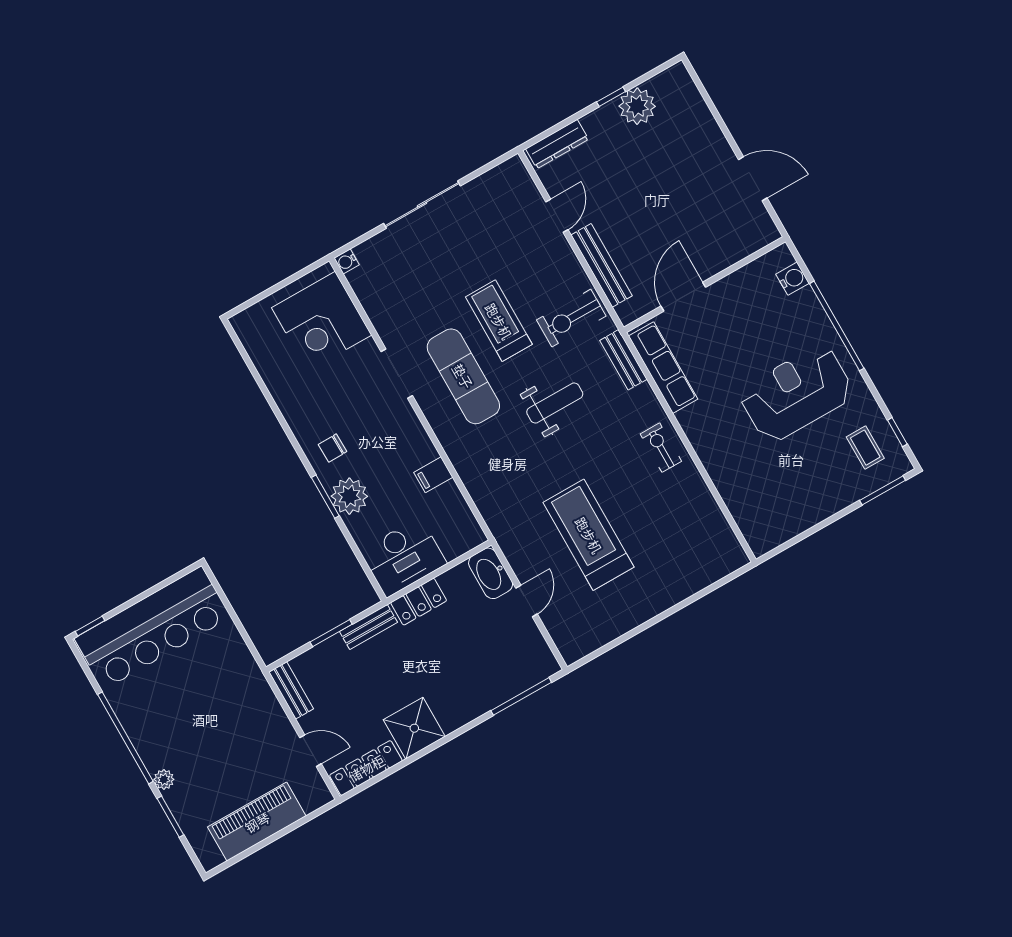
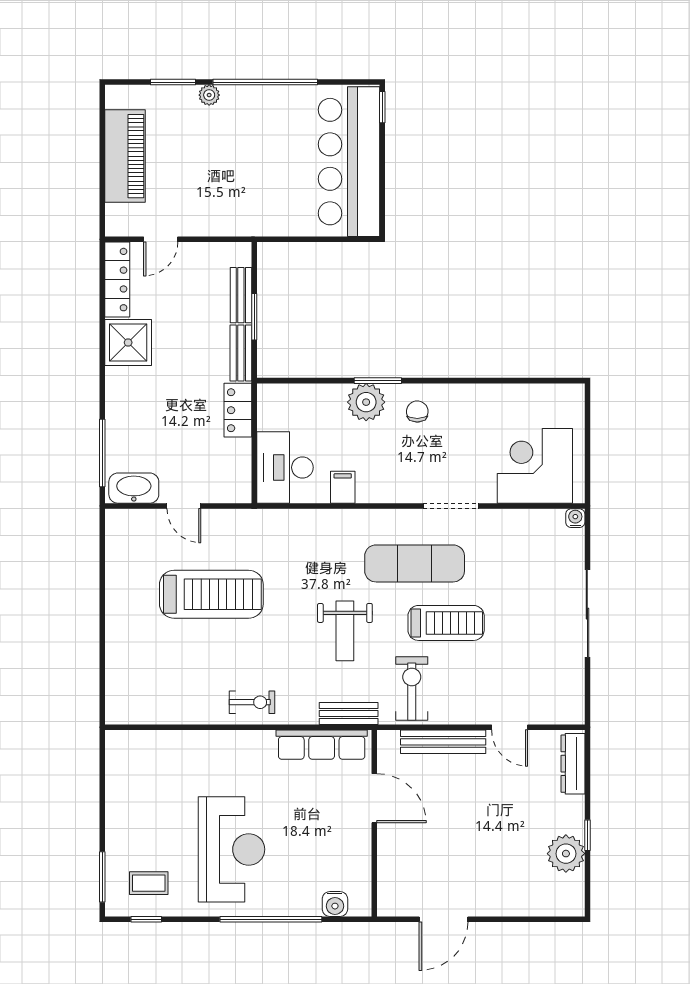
desk: (403, 557) -> (285, 467), moved
washbasin: (491, 573) -> (134, 488), moved
bench: (291, 690) -> (241, 295), moved, turned 90

